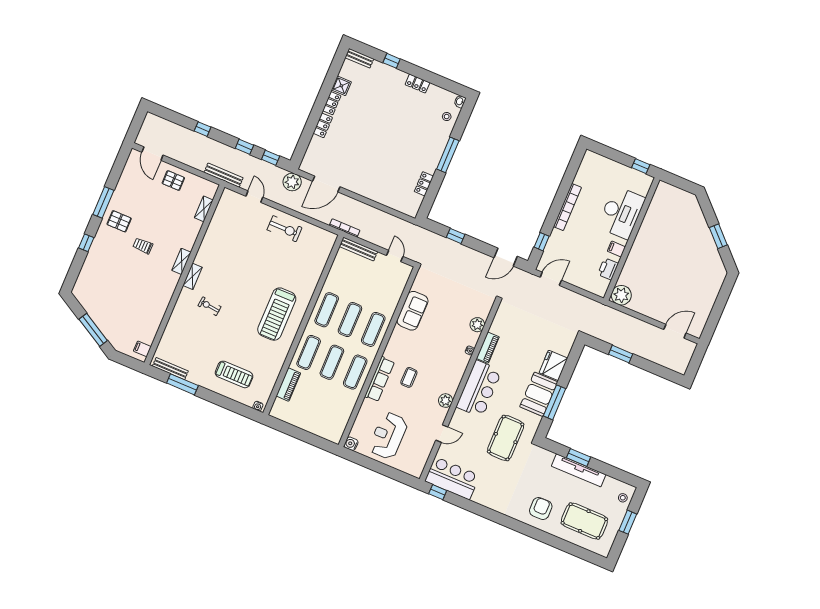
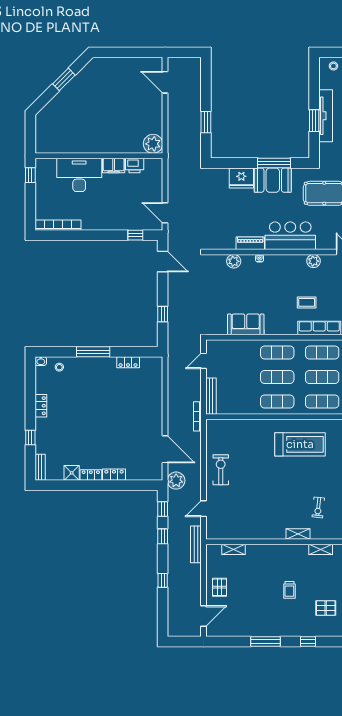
bookcase: (567, 207) -> (58, 225), moved
pallet: (119, 221) -> (326, 608), moved, turned 90
filing cabinet: (616, 249) -> (114, 166), width x2.00
shelving: (181, 261) -> (321, 549), moved

